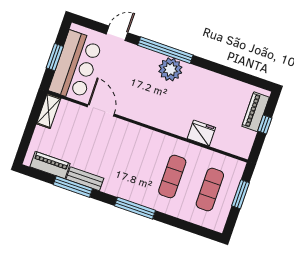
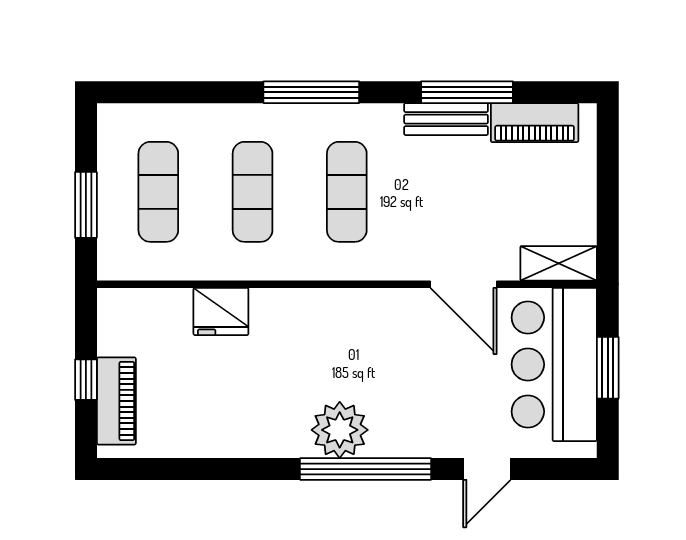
shelving: (49, 111) -> (559, 263), moved, turned 90
exercise mat: (135, 163) -> (347, 192), added

